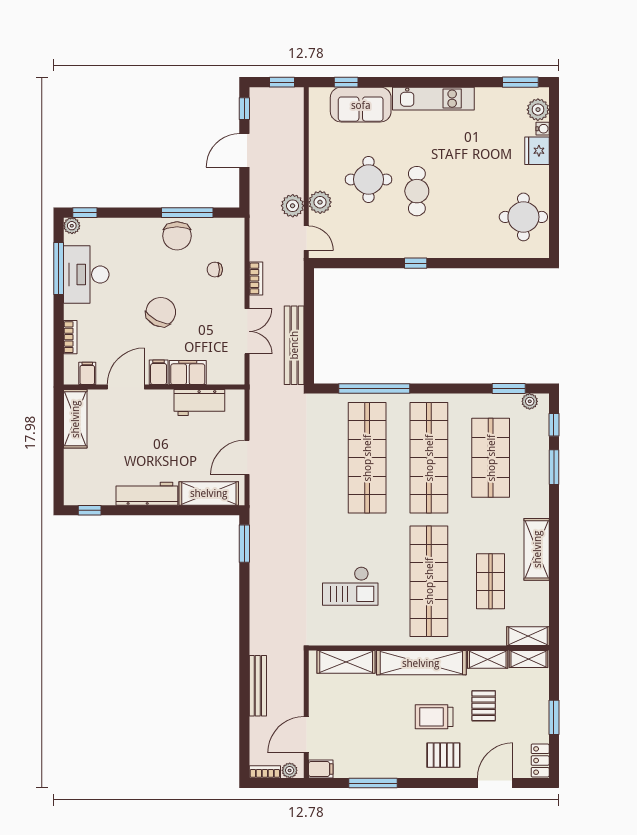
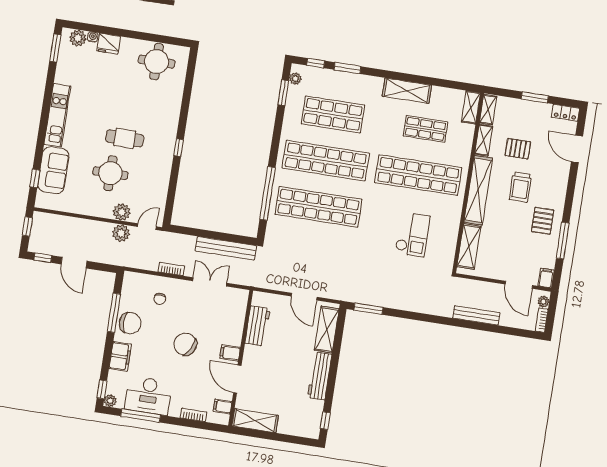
filing cabinet: (188, 373) -> (120, 356), moved, turned 180
pallet: (443, 755) -> (543, 221), moved

